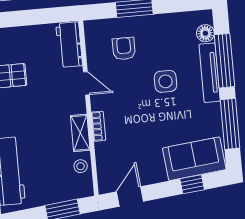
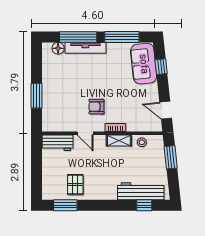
armchair: (124, 49) -> (97, 107), moved
side table: (166, 81) -> (89, 79), removed
door: (86, 83) -> (85, 133), swing flipped

